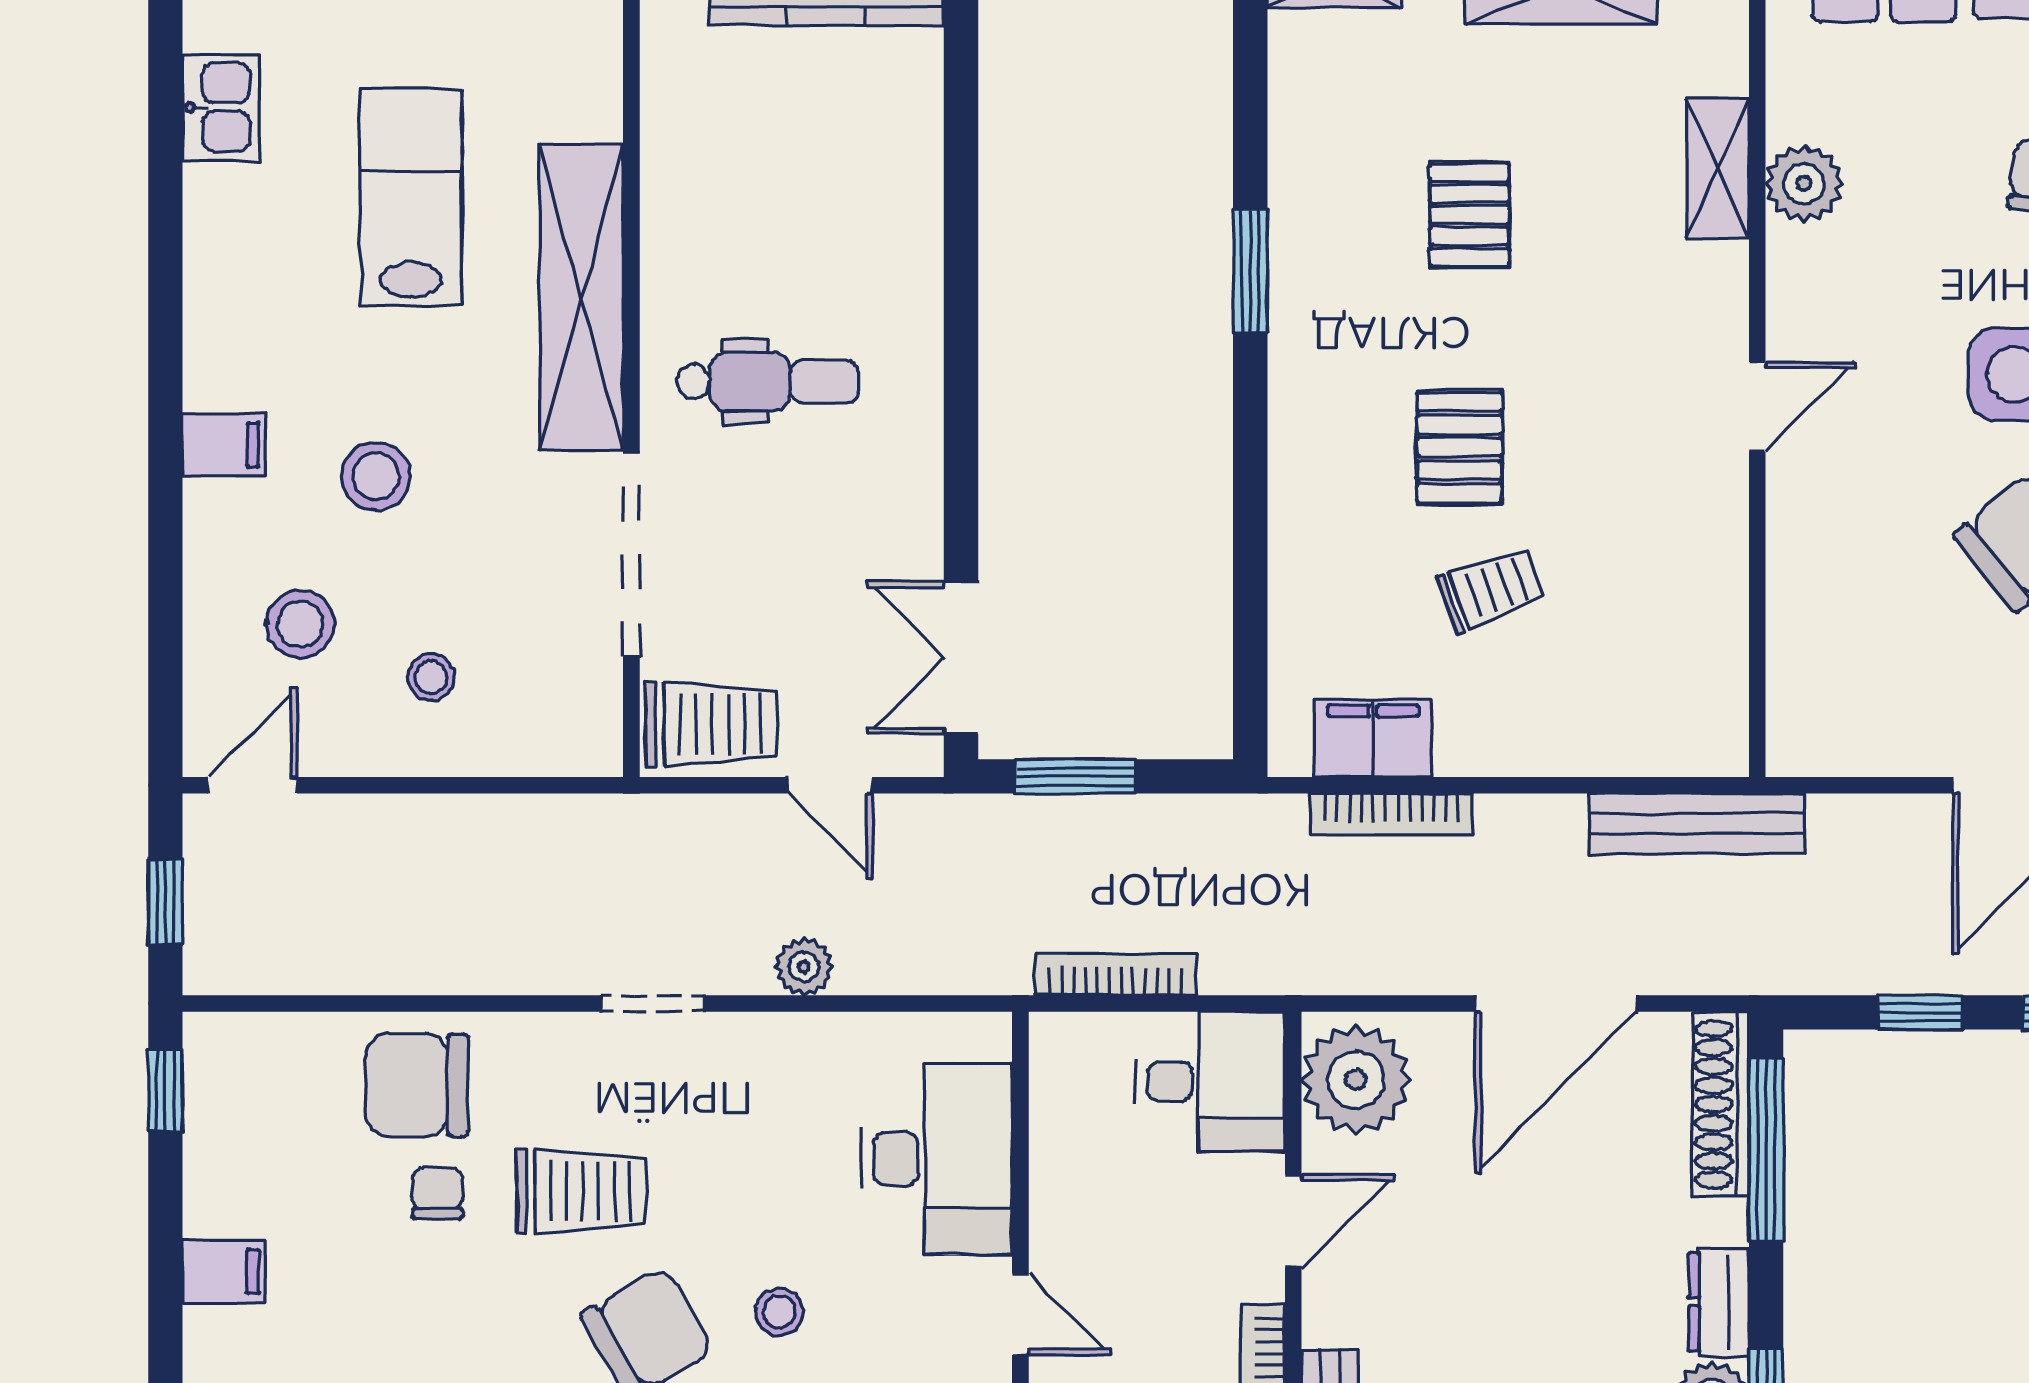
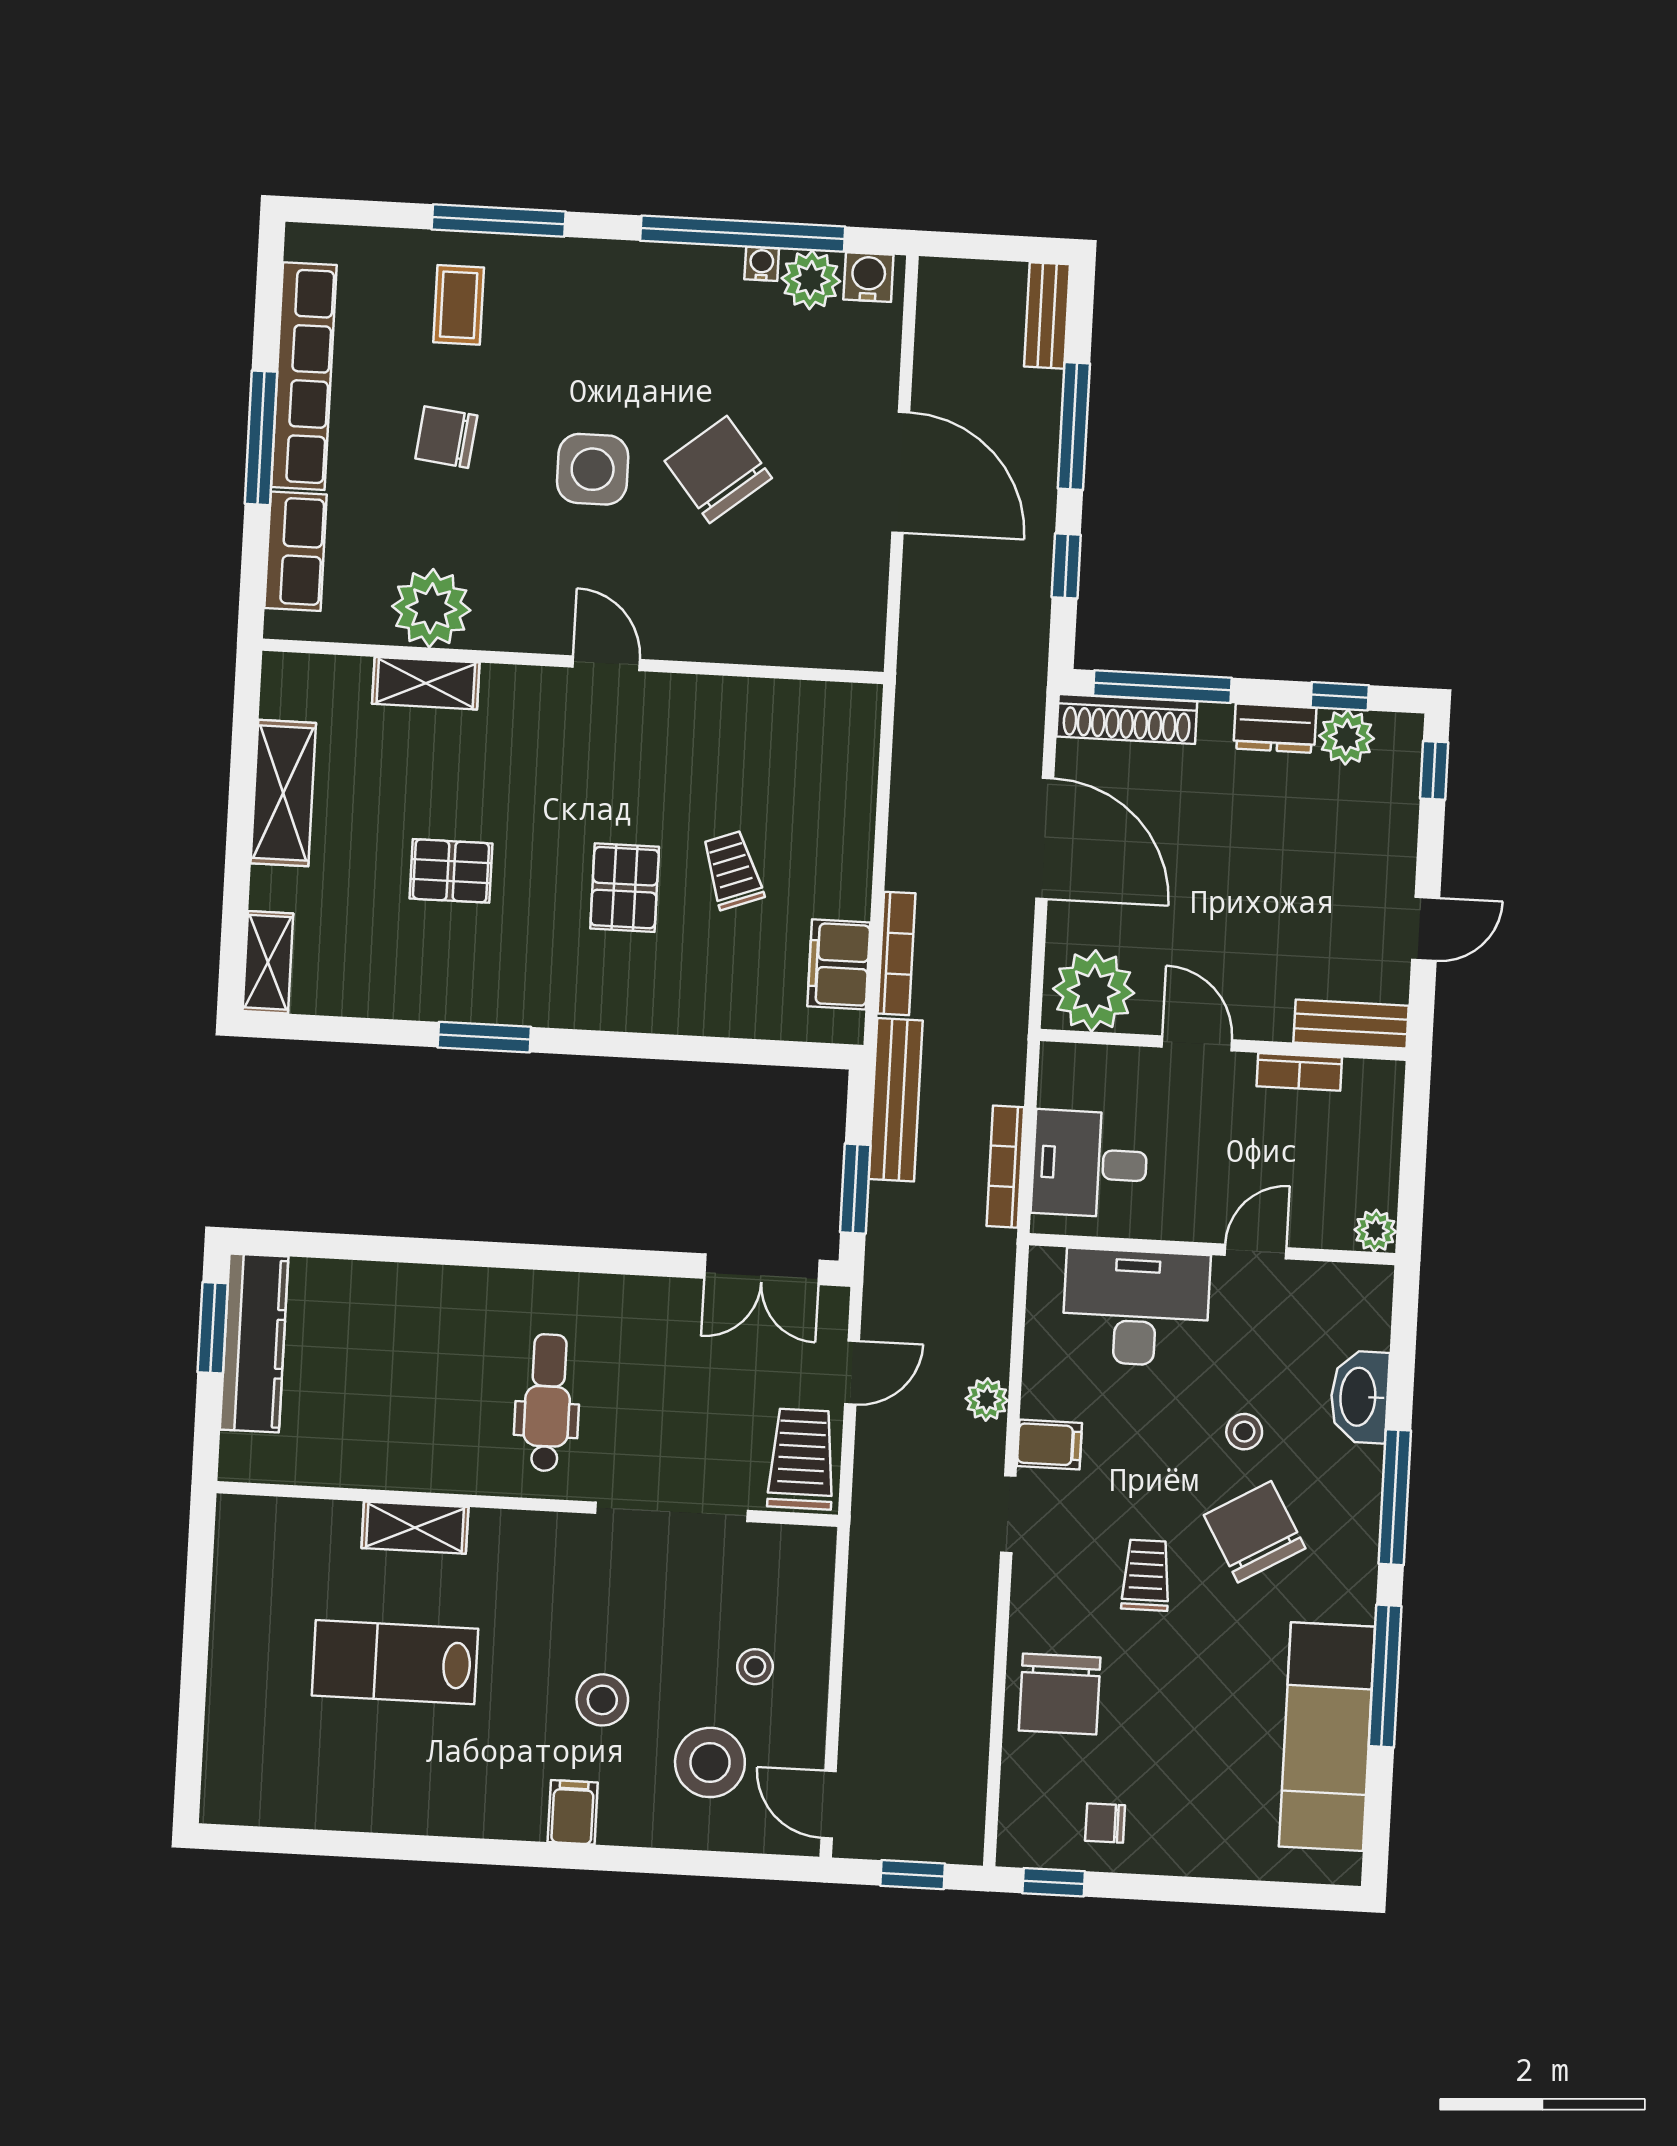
kitchen sink: (221, 107) -> (320, 1801), removed
plant: (1804, 183) -> (431, 608), width x1.36, depth x1.36
shelving: (581, 298) -> (415, 1528), width x0.45, depth x0.75
pallet: (1460, 447) -> (625, 888), turned 90
stool: (300, 624) -> (710, 1762), width x1.38, depth x1.38
bench: (1697, 824) -> (896, 1100), moved
desk: (1210, 1081) -> (1090, 1164), moved, turned -90
trolley: (581, 1192) -> (1146, 1575), width x0.73, depth x0.72
chair: (437, 1193) -> (1105, 1823), moved
filing cabinet: (224, 1272) -> (1049, 1444), moved, turned 90

